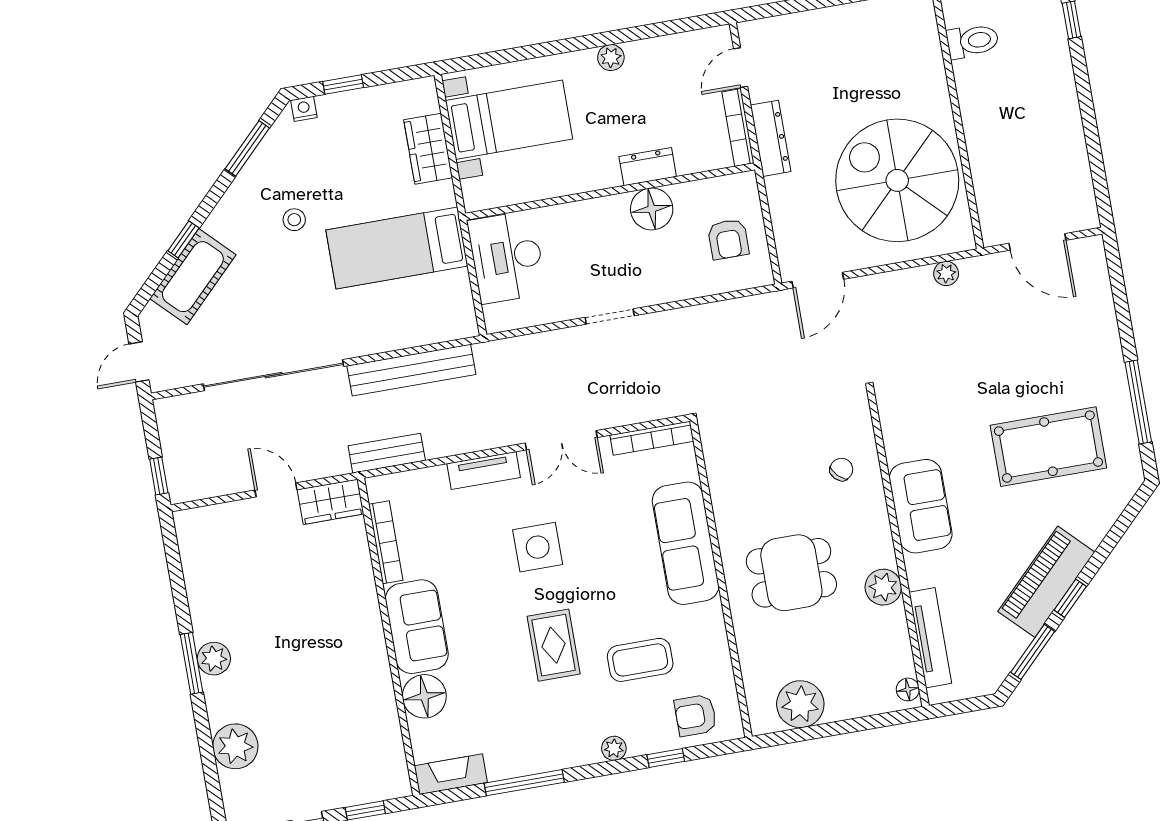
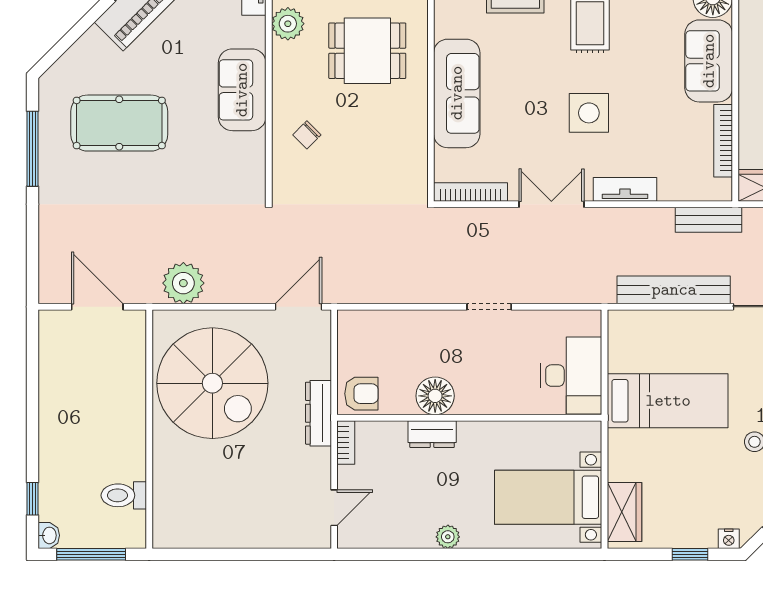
bookcase: (738, 128) -> (346, 442), width x0.64
dresser: (771, 138) -> (318, 413), moved
wardrobe: (428, 149) -> (624, 512), moved
armchair: (728, 239) -> (361, 394), moved, turned 90
plant: (946, 273) -> (183, 283), width x1.88, depth x1.88

